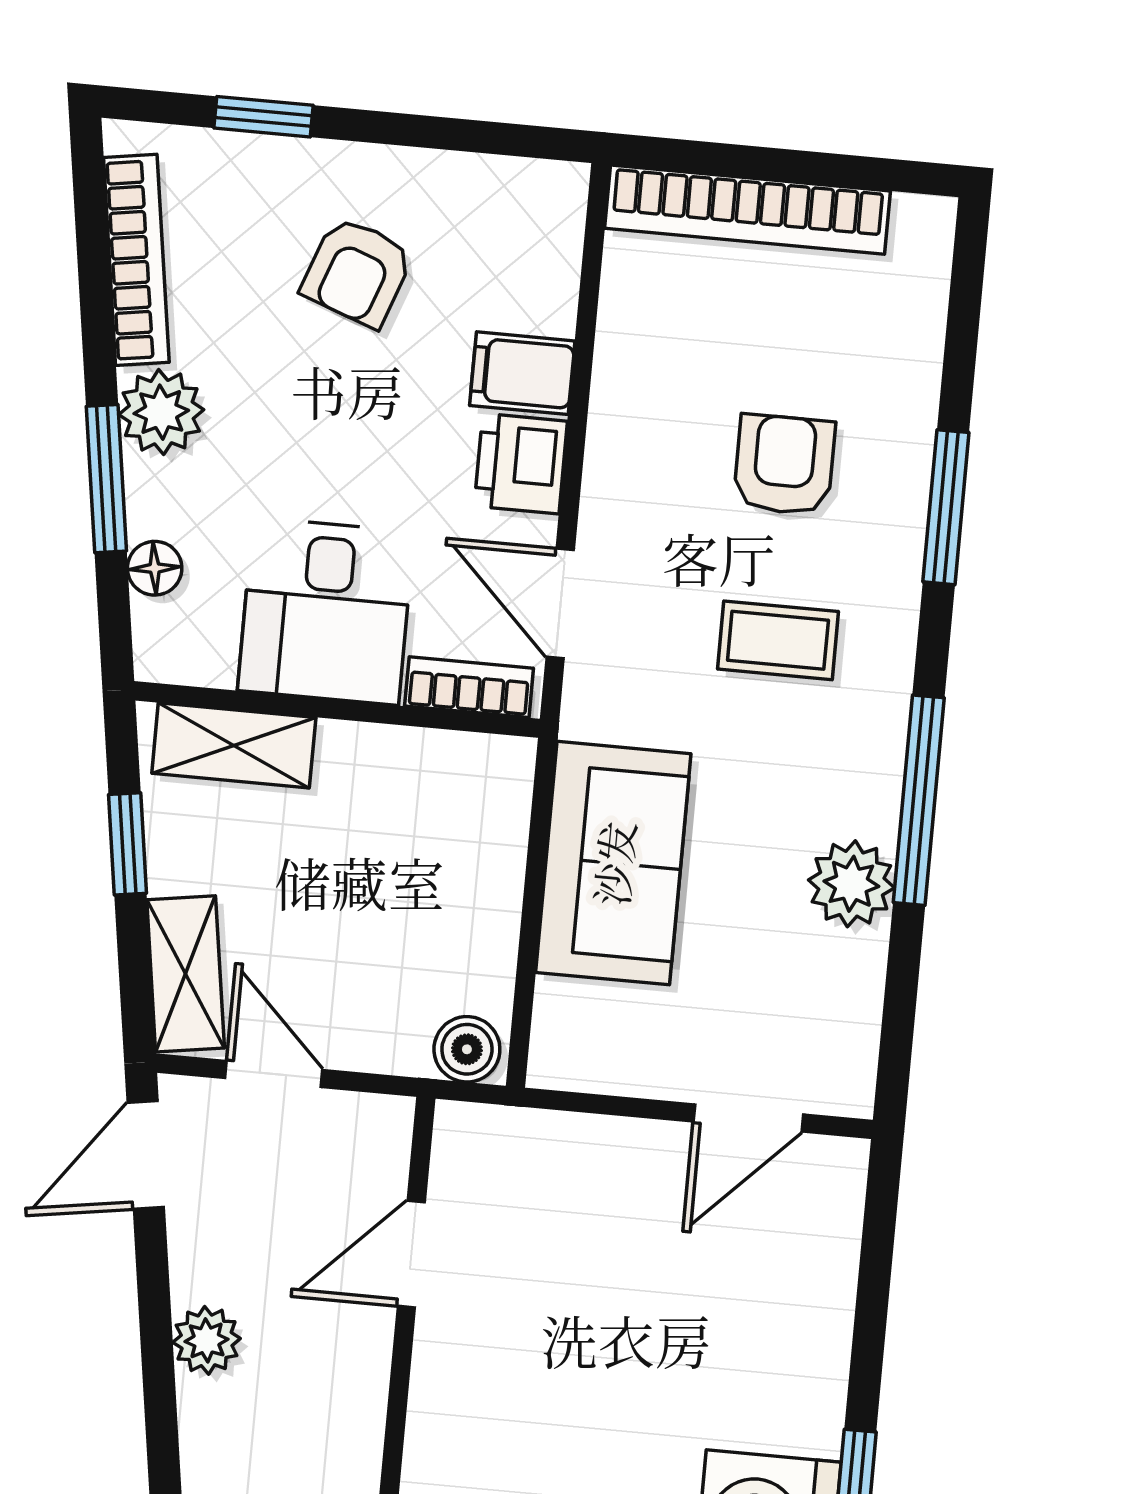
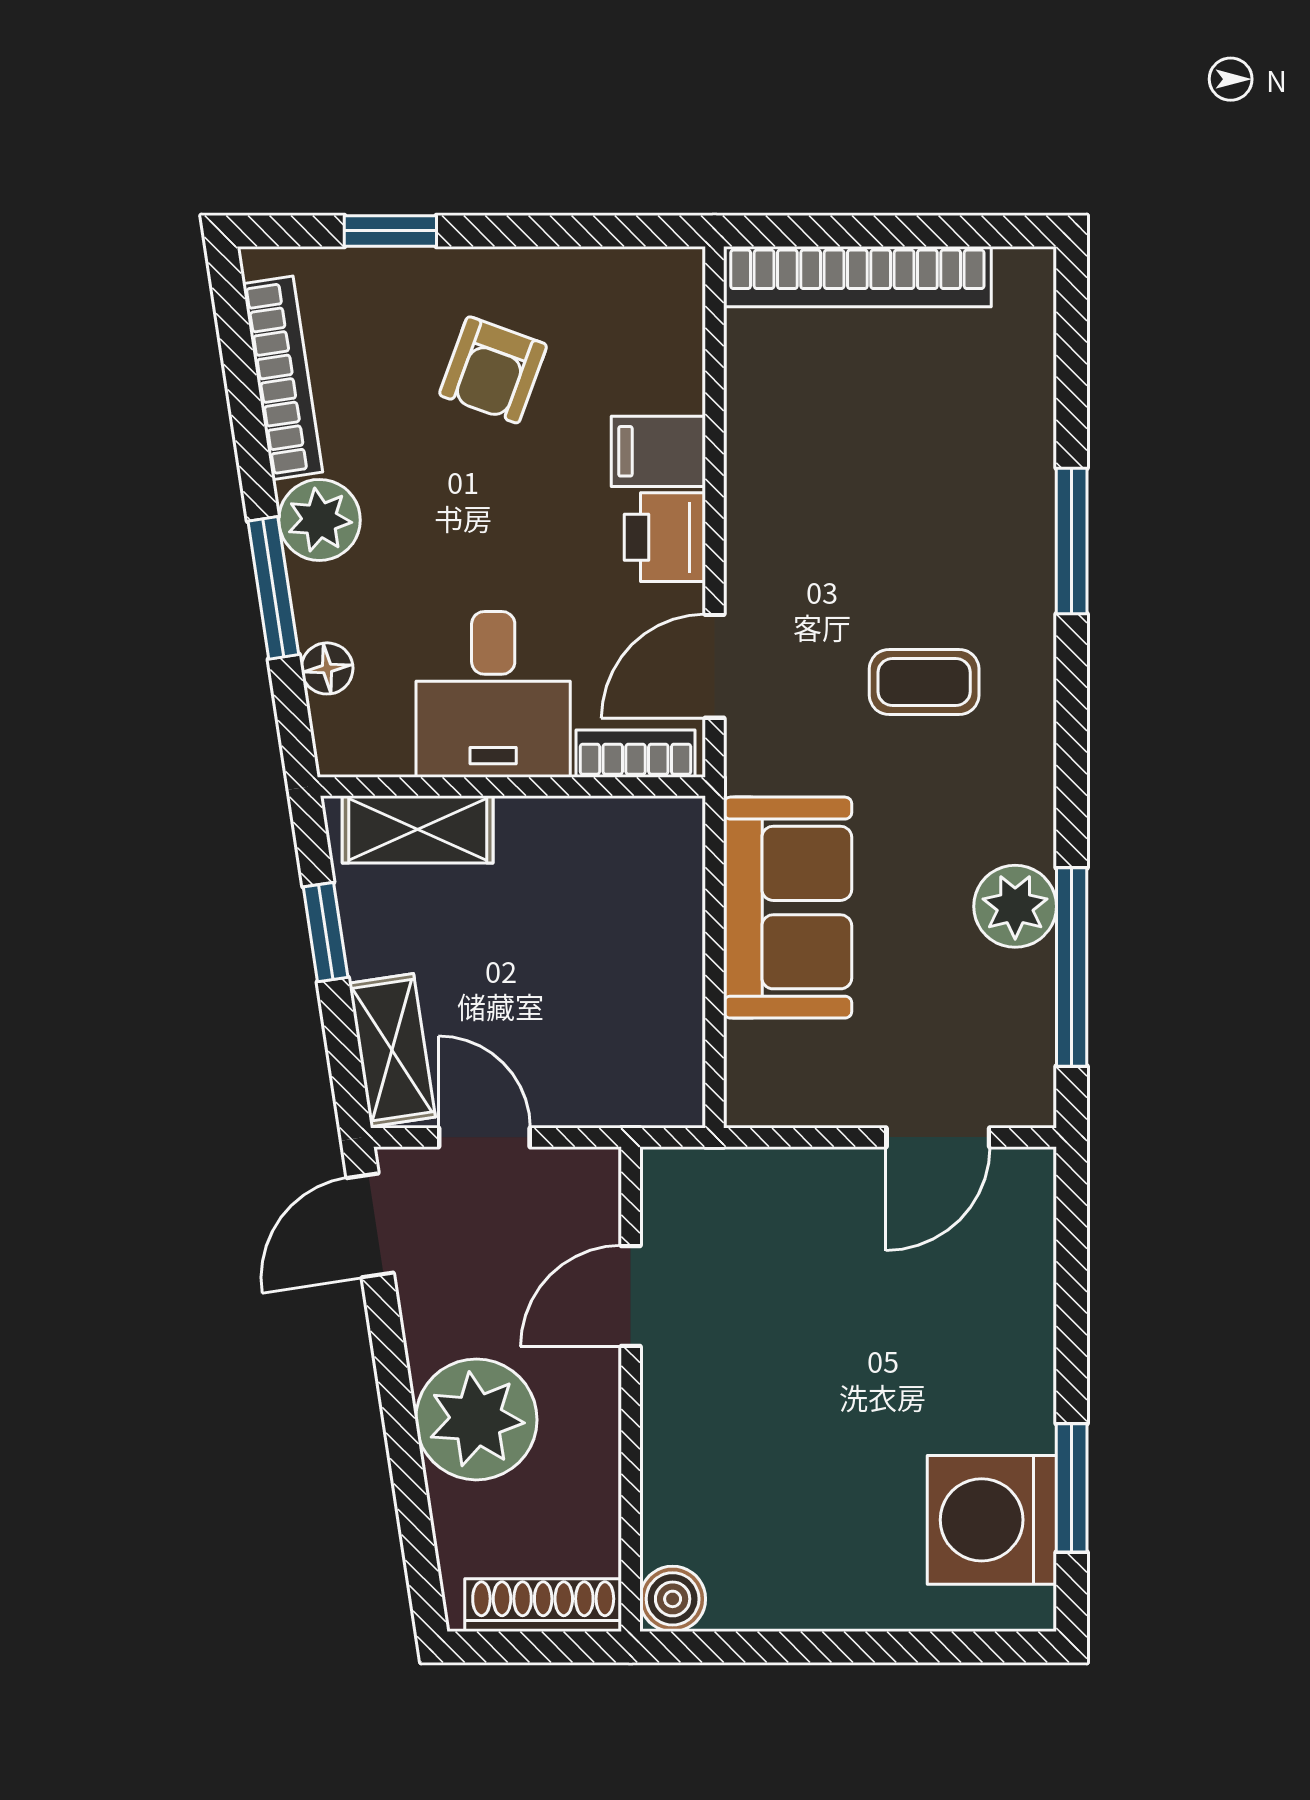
armchair: (784, 465) -> (915, 515), removed
door: (560, 604) -> (715, 666), hinge flipped
window: (919, 800) -> (1072, 967), moved
boiler: (467, 1049) -> (665, 1097), removed
plant: (207, 1340) -> (476, 1419), width x1.88, depth x1.88

